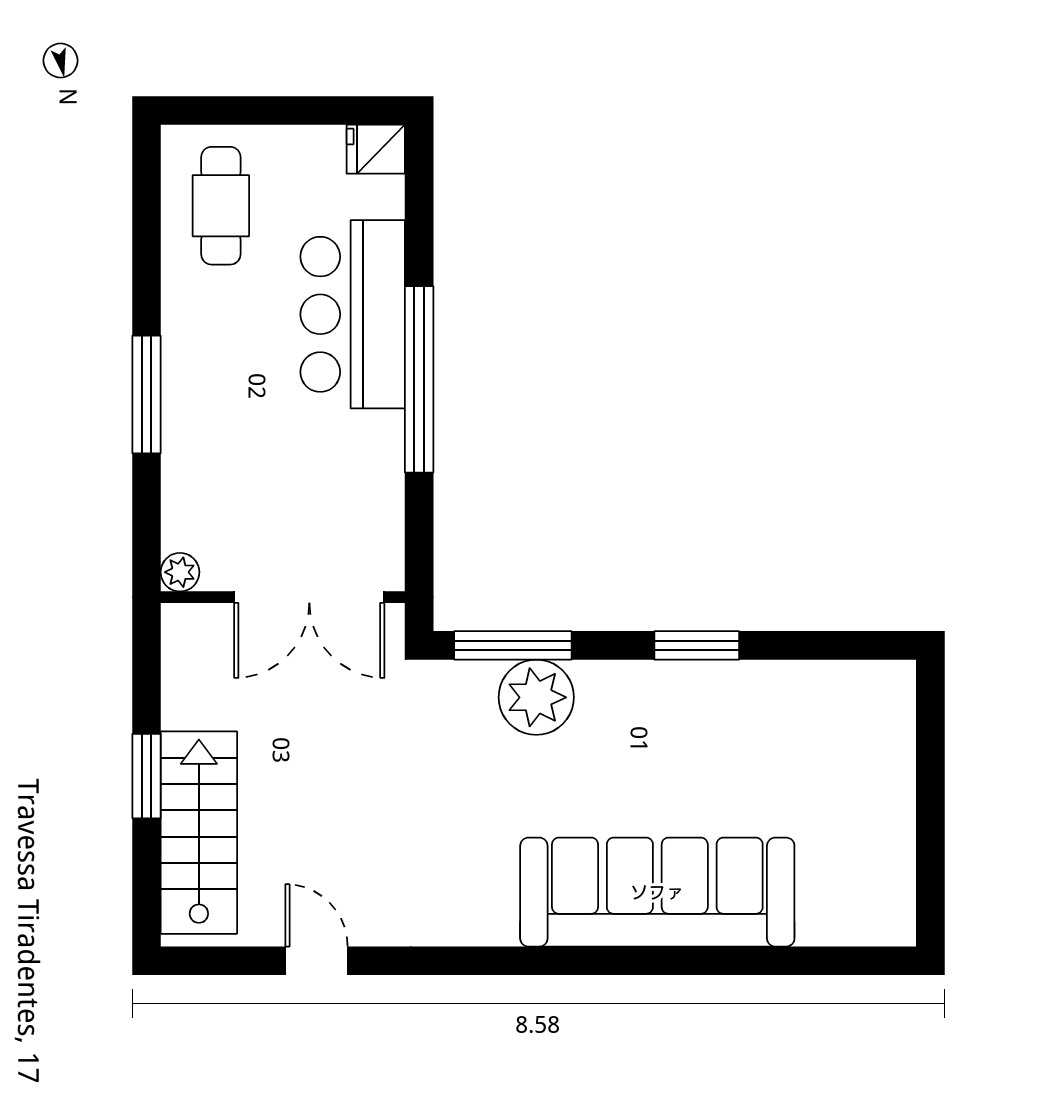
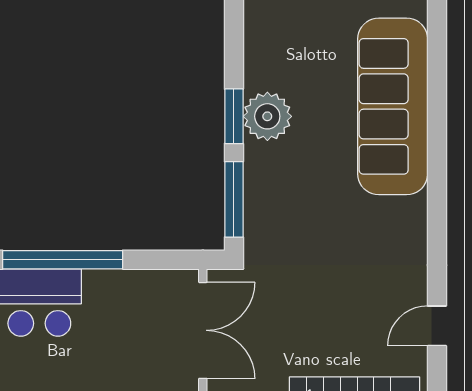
window: (697, 645) -> (234, 116), moved
plant: (536, 697) -> (267, 116), moved

